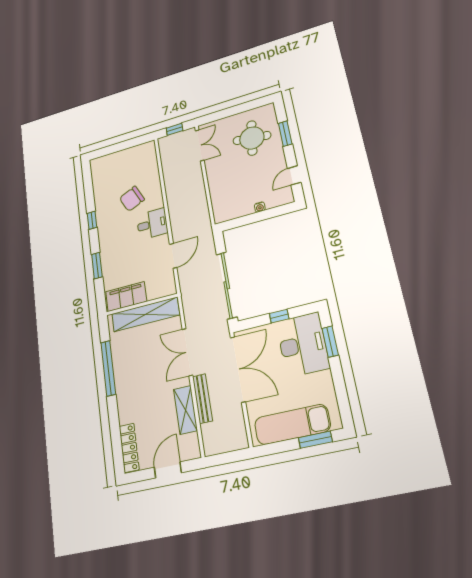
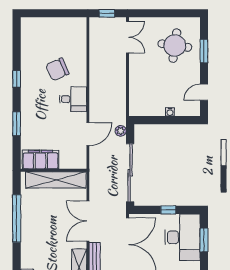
plant: (208, 242) -> (121, 131), added

